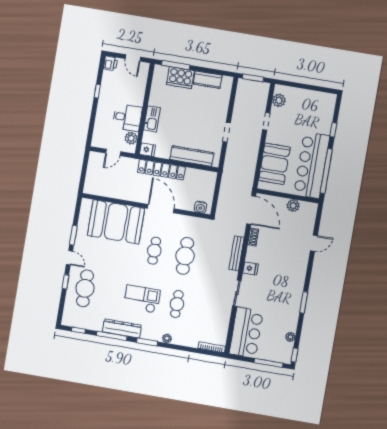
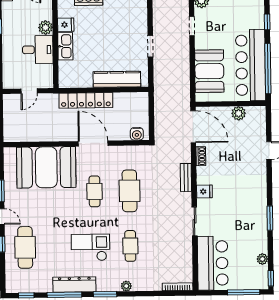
plant: (131, 138) -> (46, 28), moved
fridge: (147, 150) -> (66, 25), moved
bench: (237, 253) -> (186, 177), width x0.73

